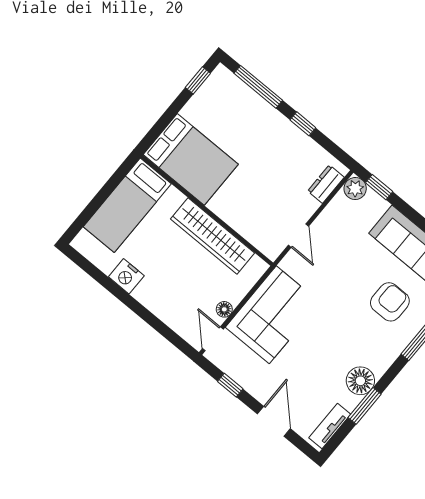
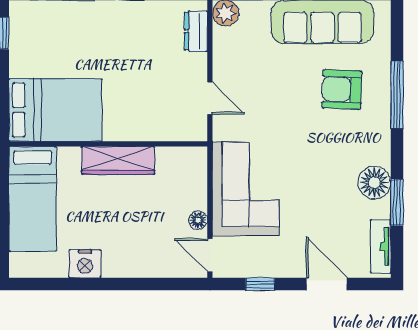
wardrobe: (213, 236) -> (118, 160), width x0.71, depth x0.85
armchair: (390, 302) -> (342, 89), turned -88

